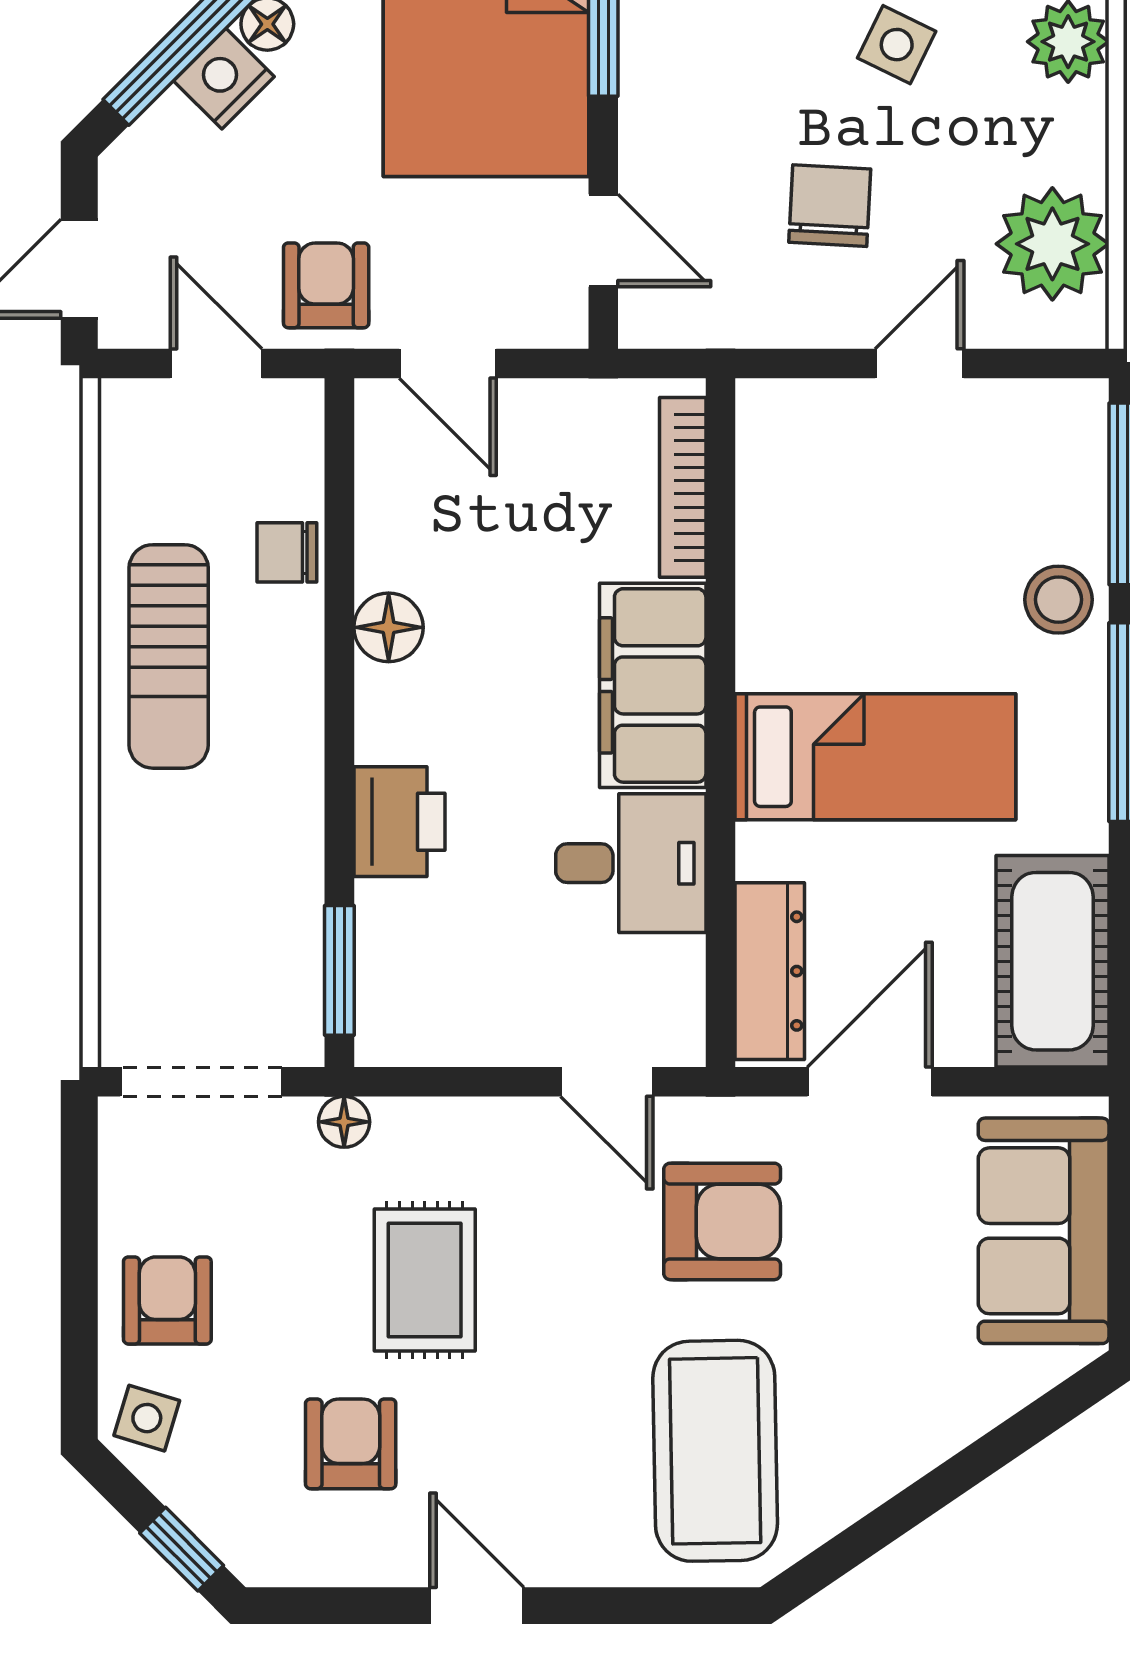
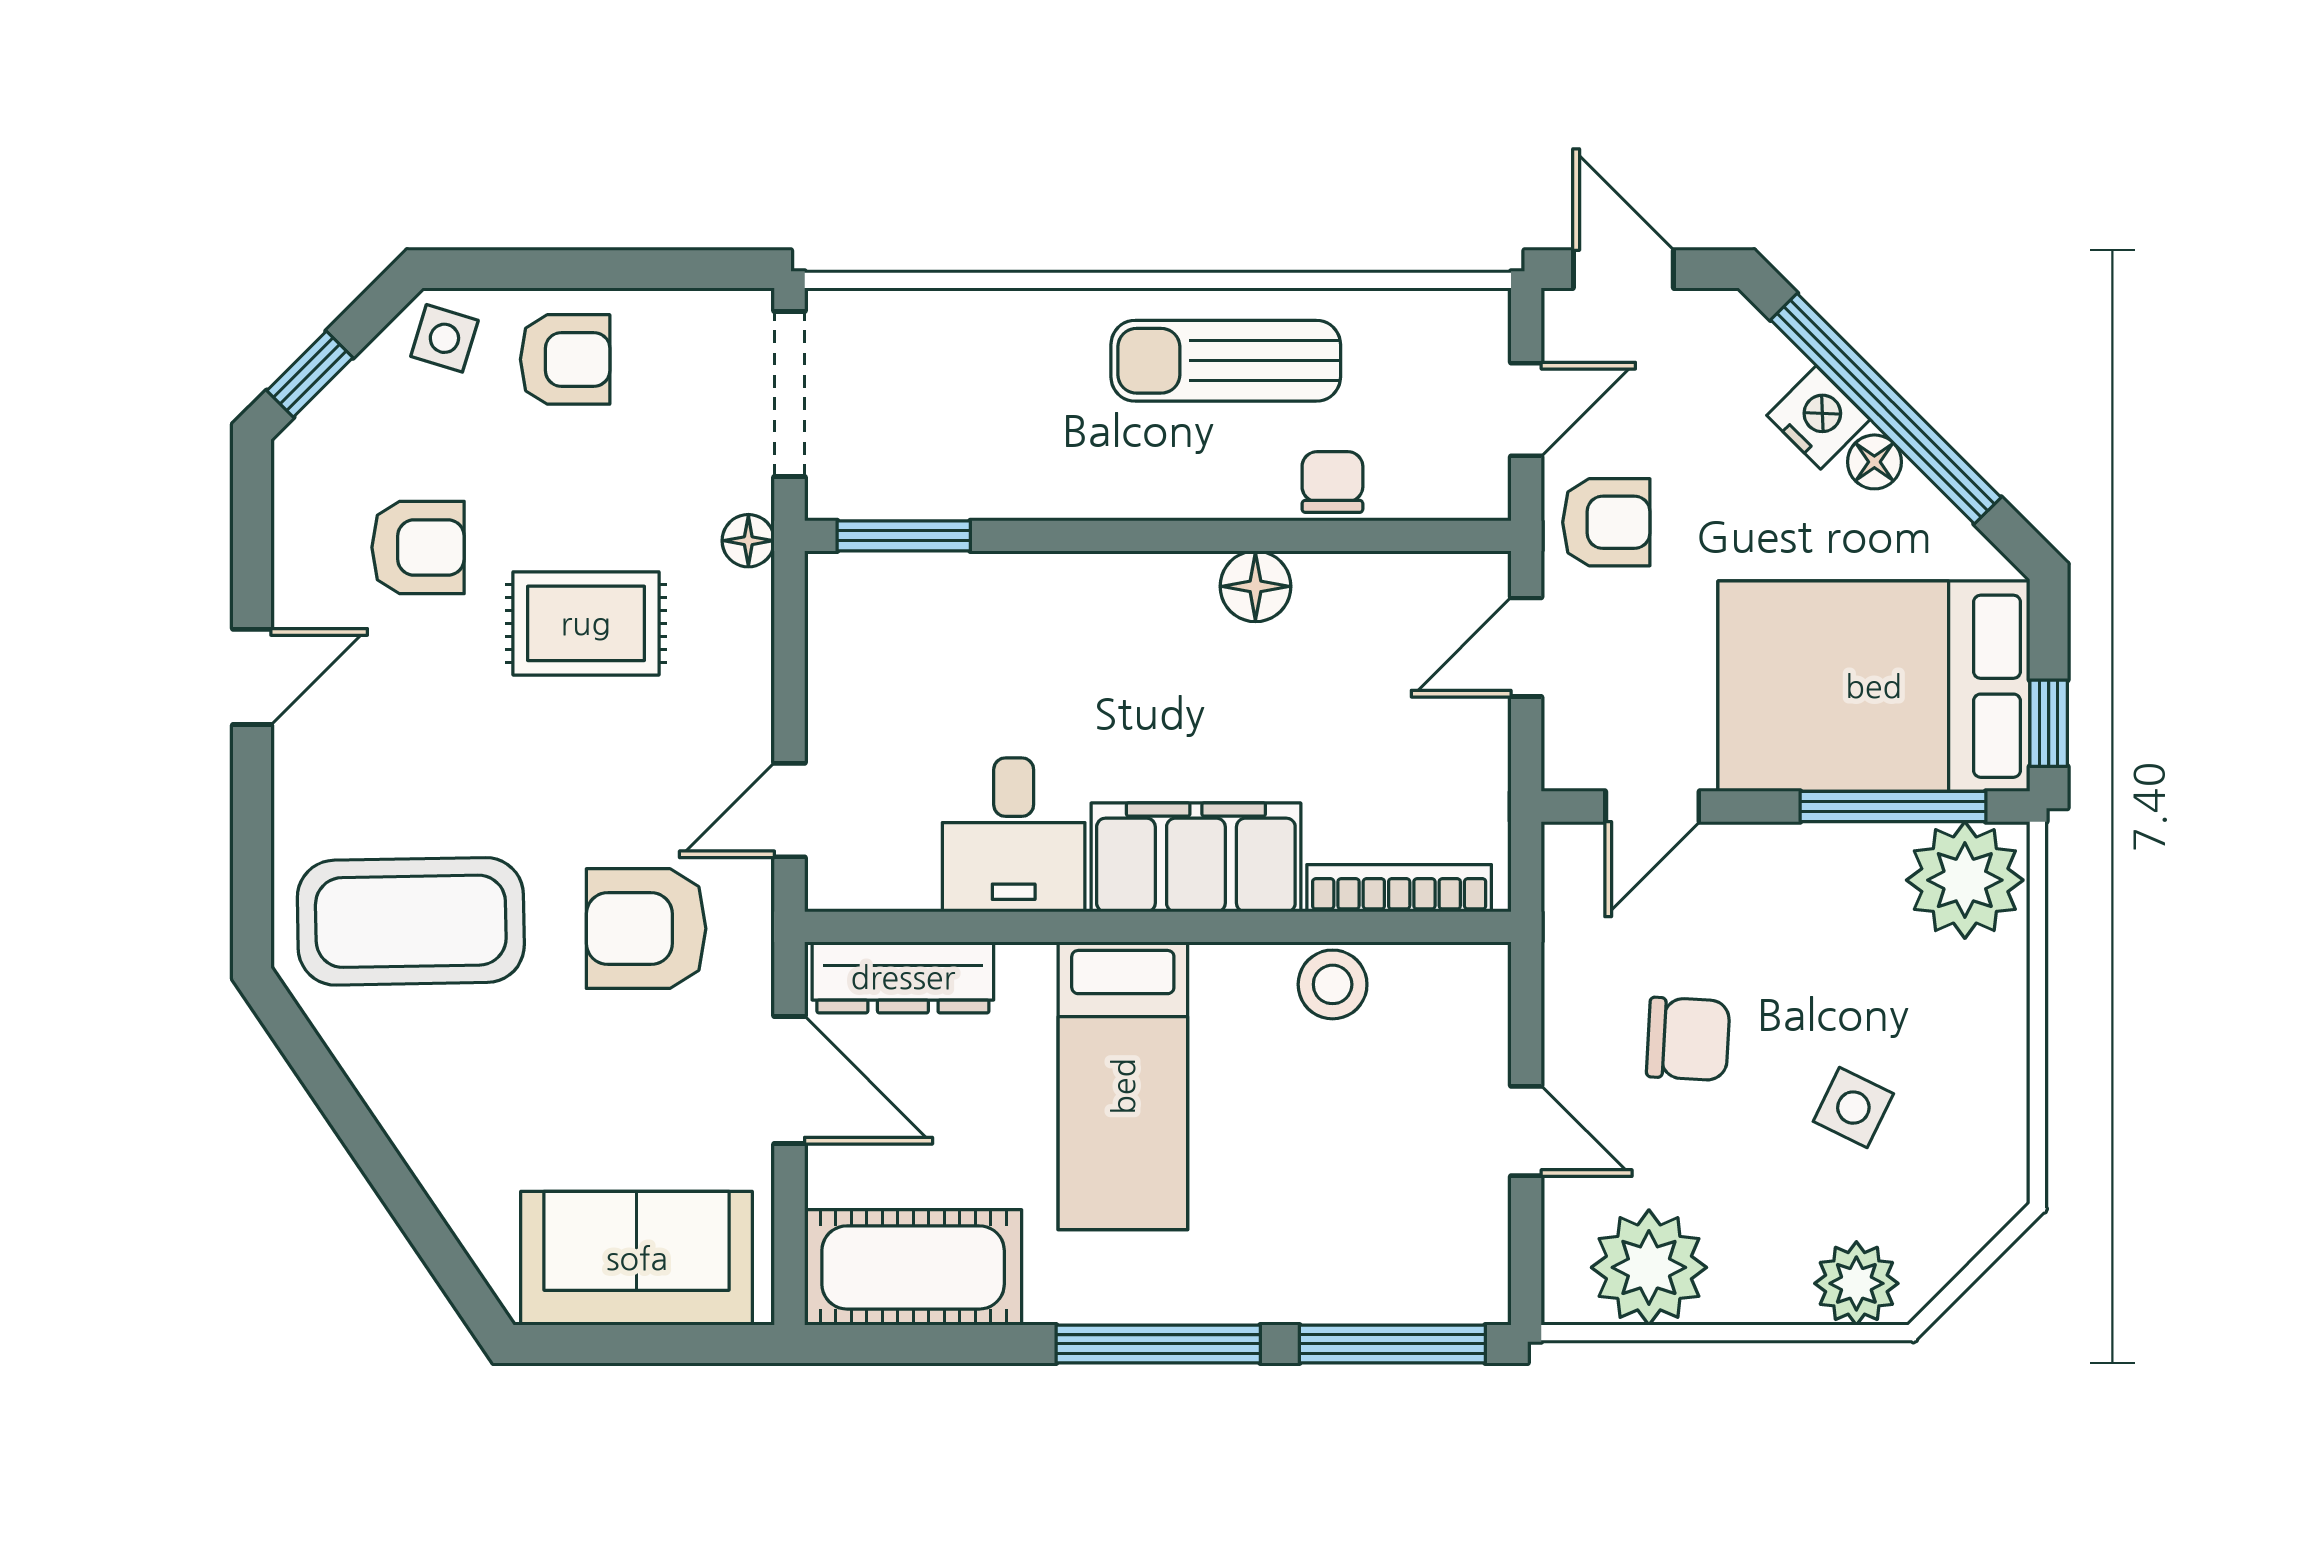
stool: (1058, 600) -> (1333, 984), moved
printer: (399, 822) -> (1056, 598), removed
armchair: (722, 1221) -> (646, 929), turned 90

